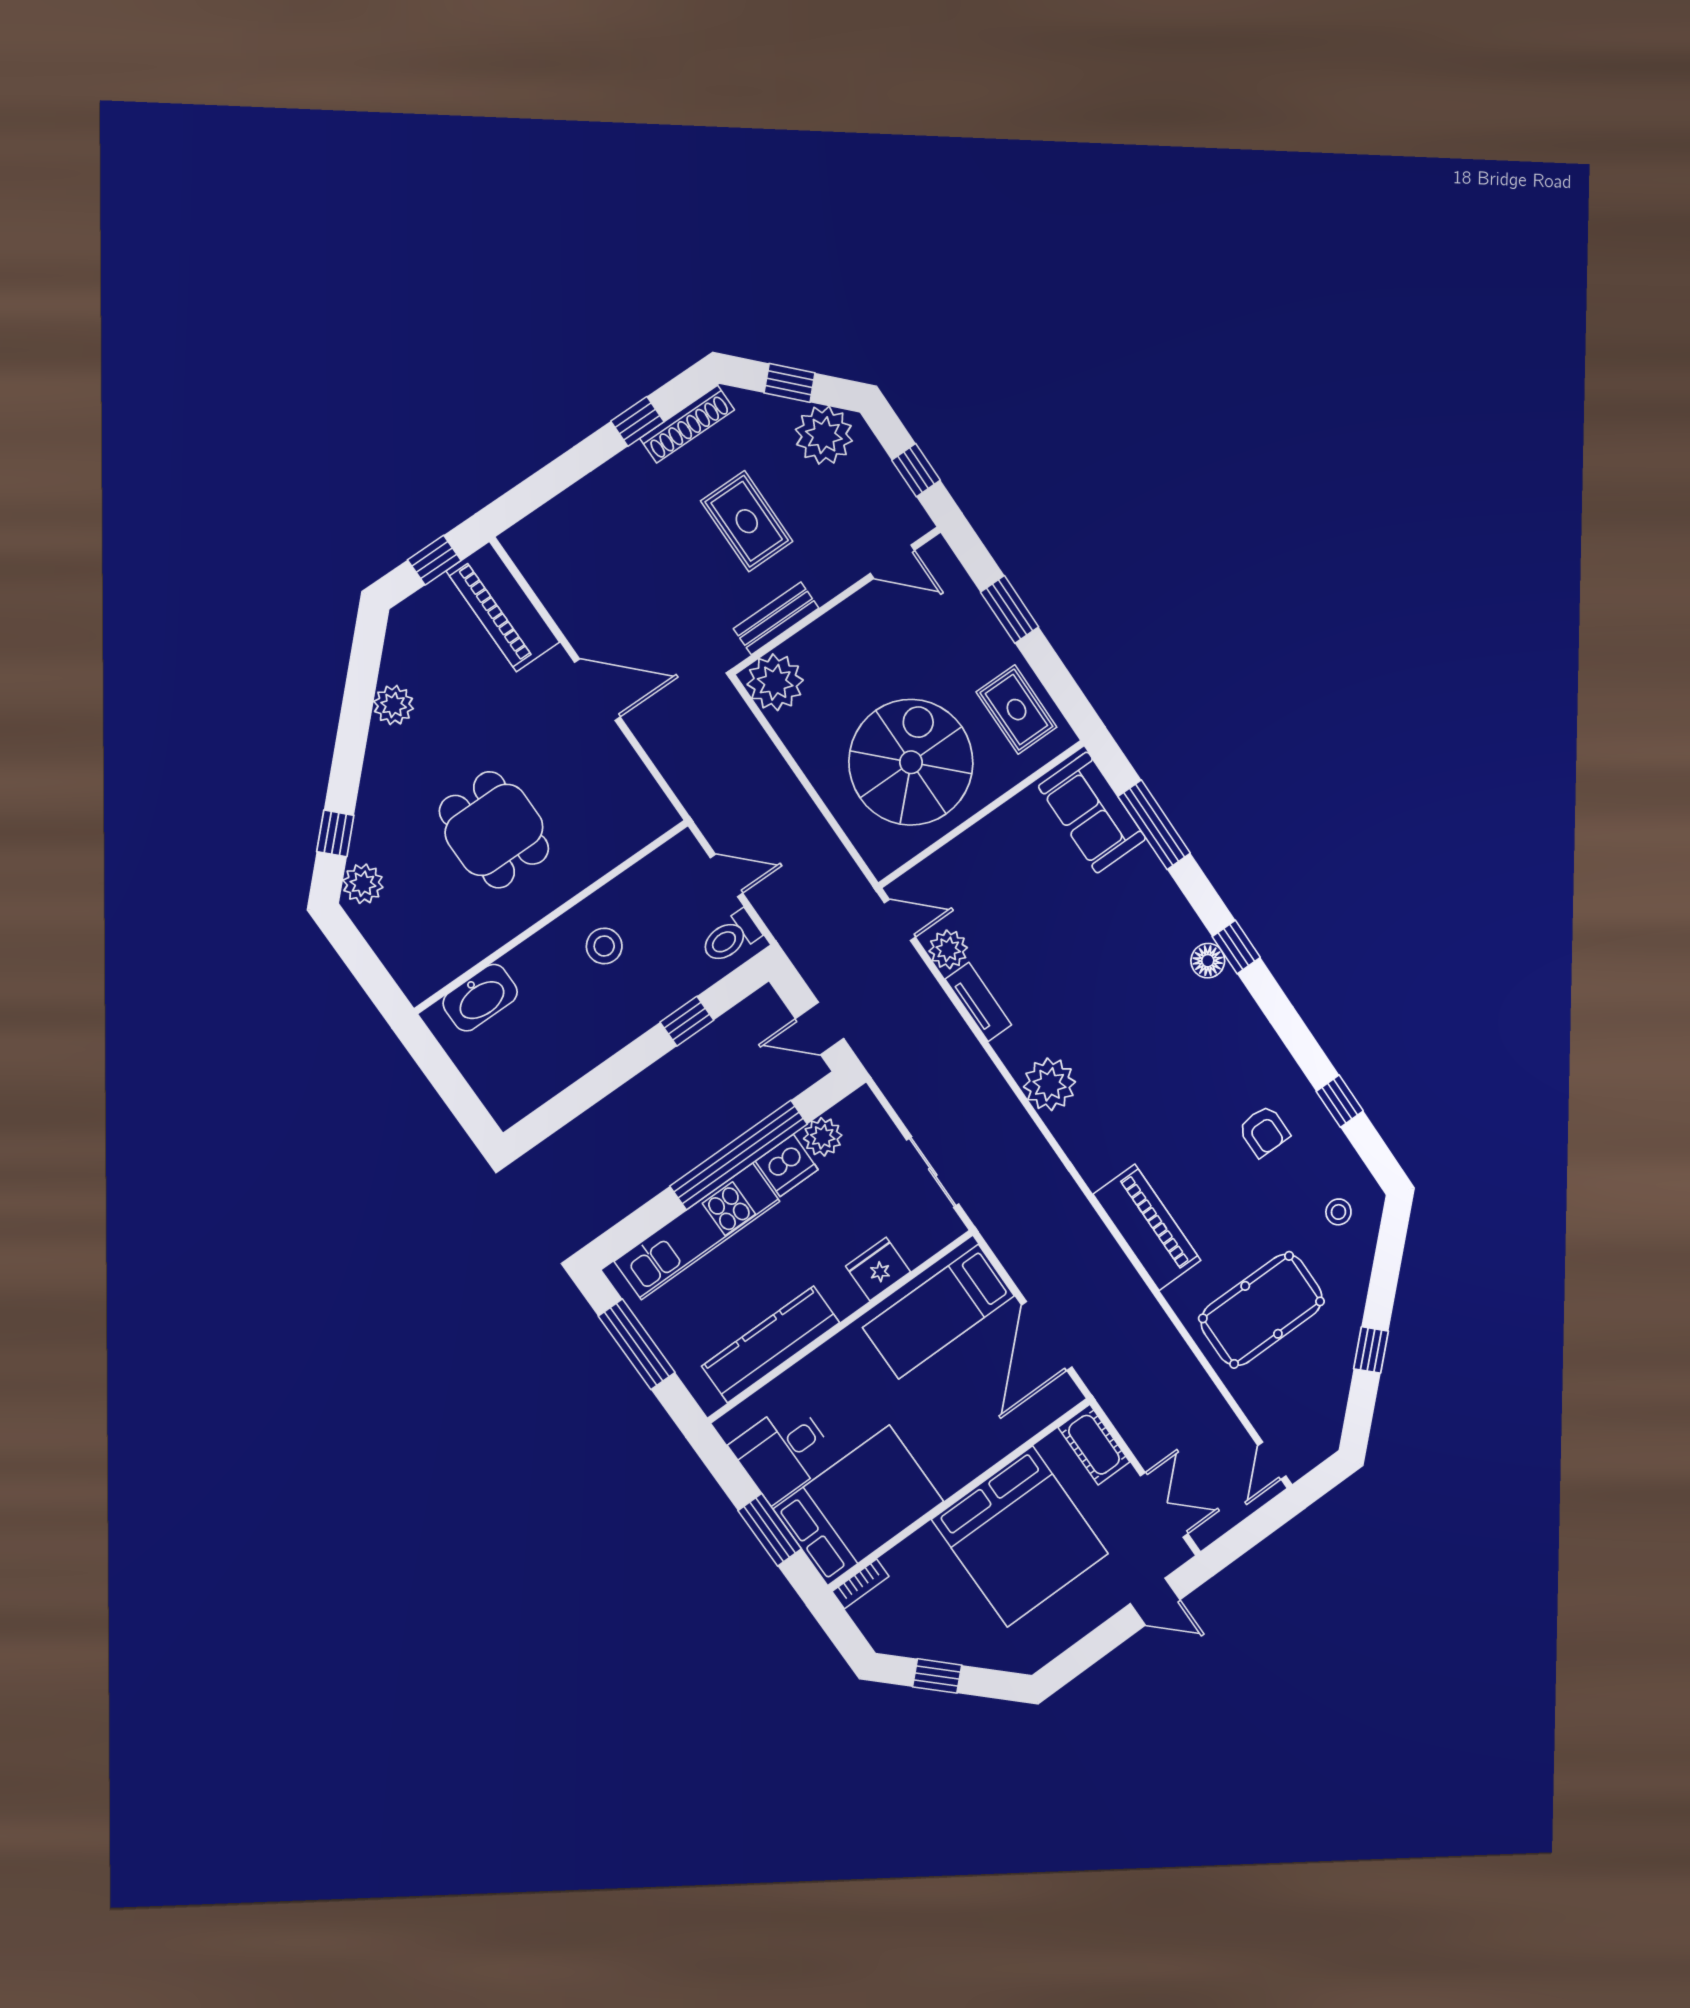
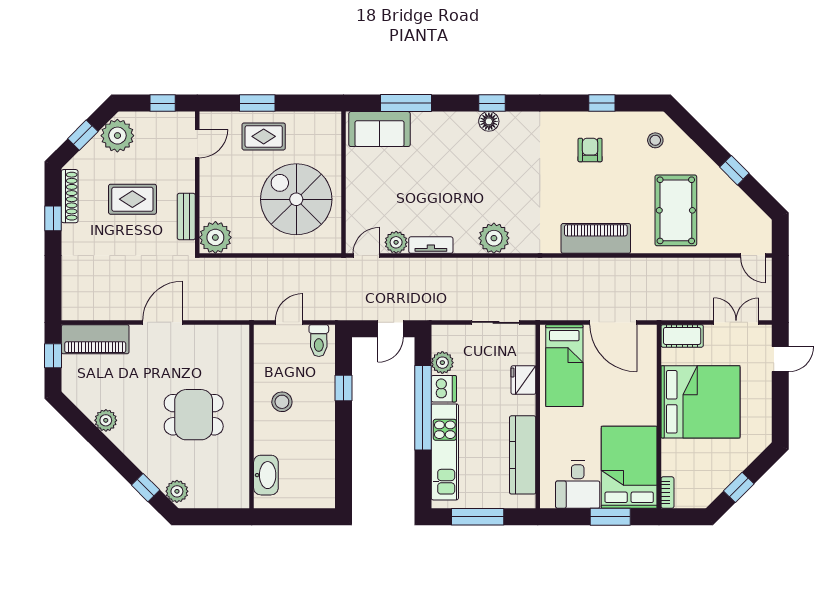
rug: (1016, 710) -> (264, 136), moved
armchair: (1264, 1131) -> (590, 150), turned -90

